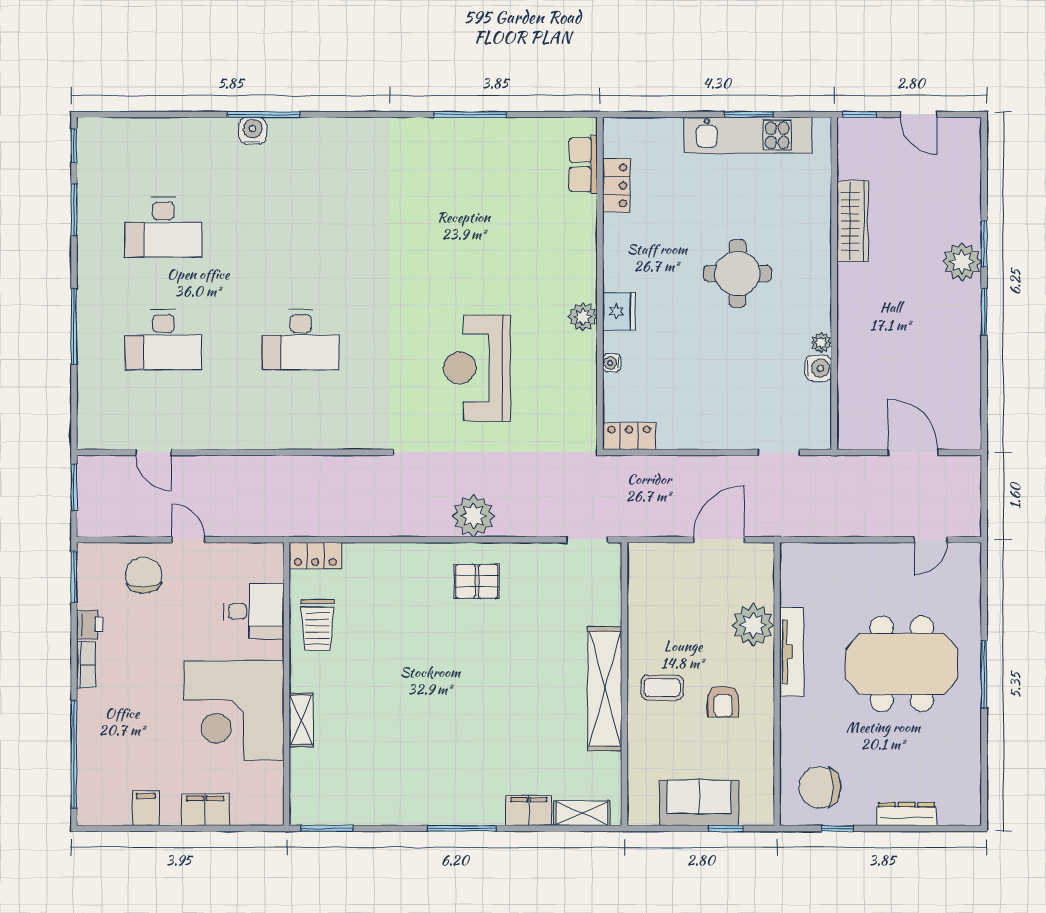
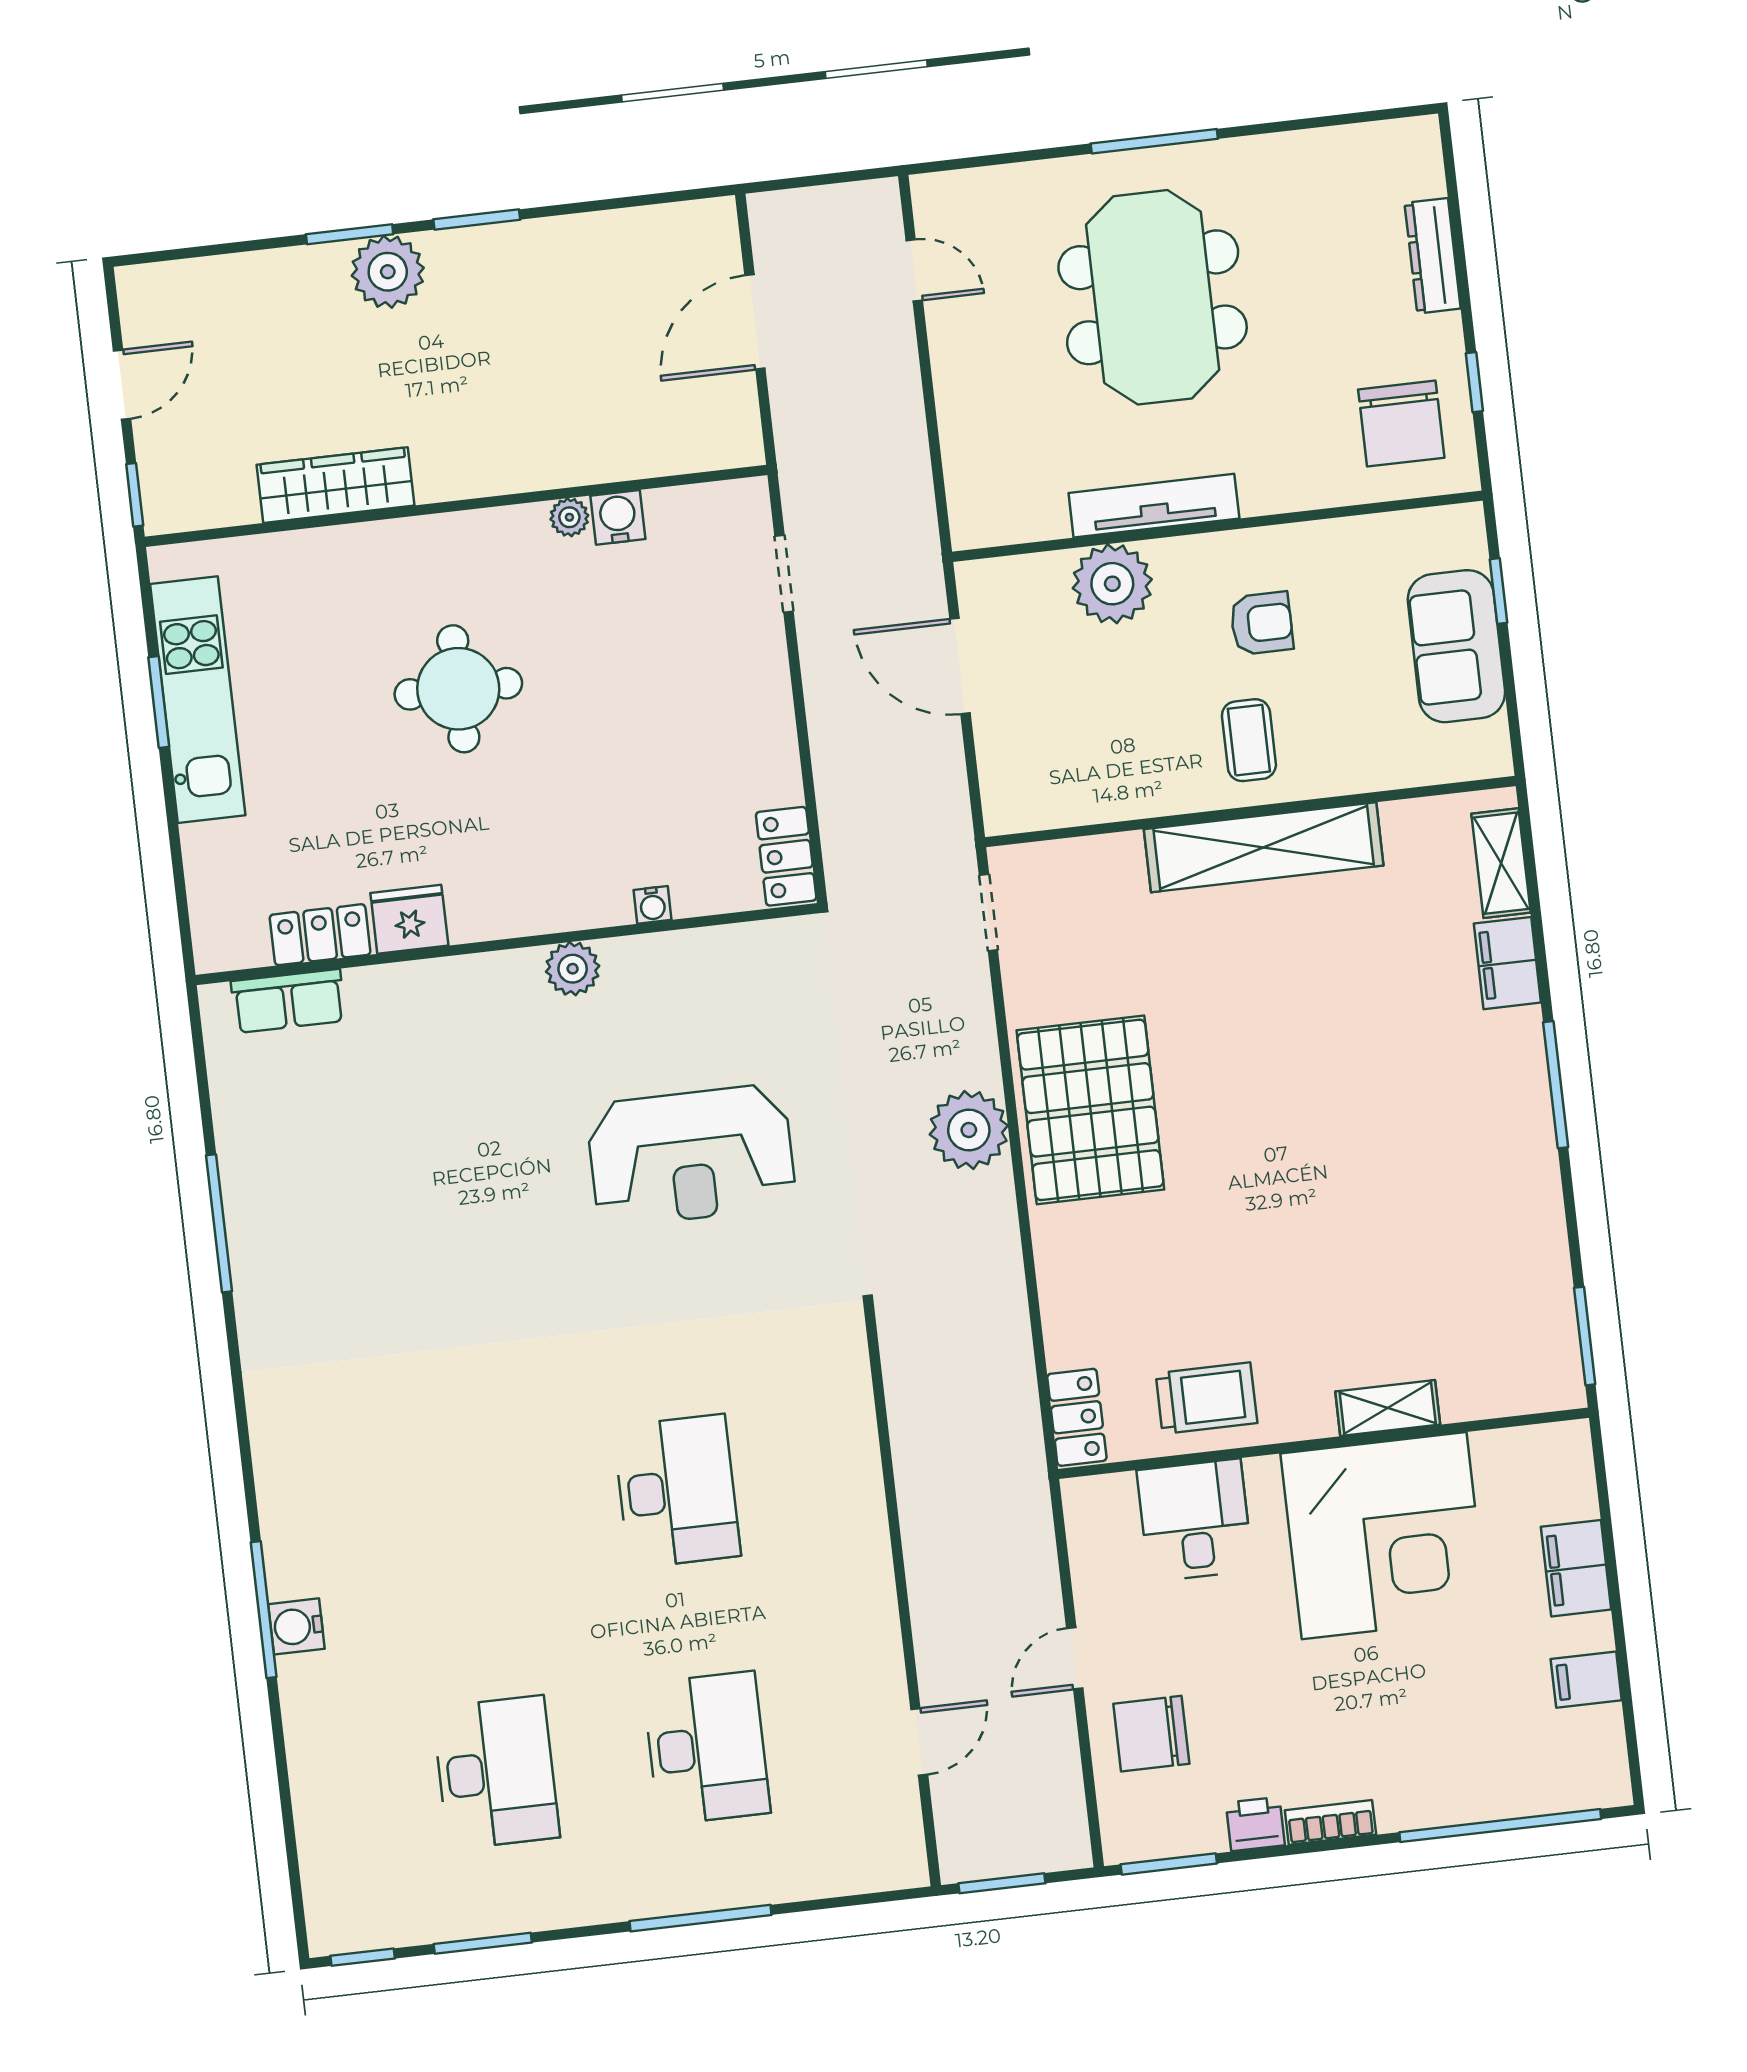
fridge: (619, 311) -> (409, 919), moved
pallet: (477, 581) -> (1090, 1110), width x2.05, depth x2.00

